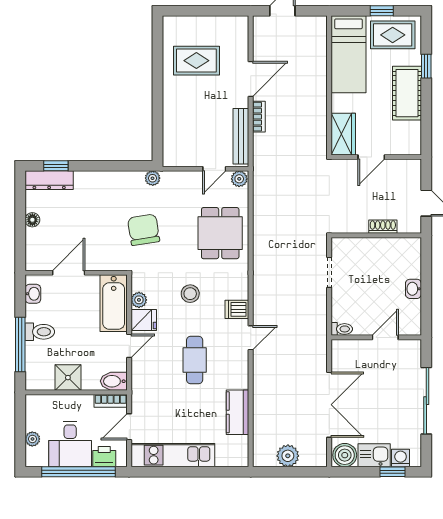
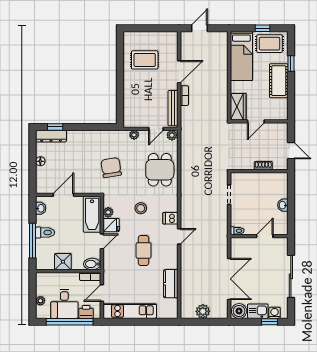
plant: (153, 178) -> (134, 135), moved

